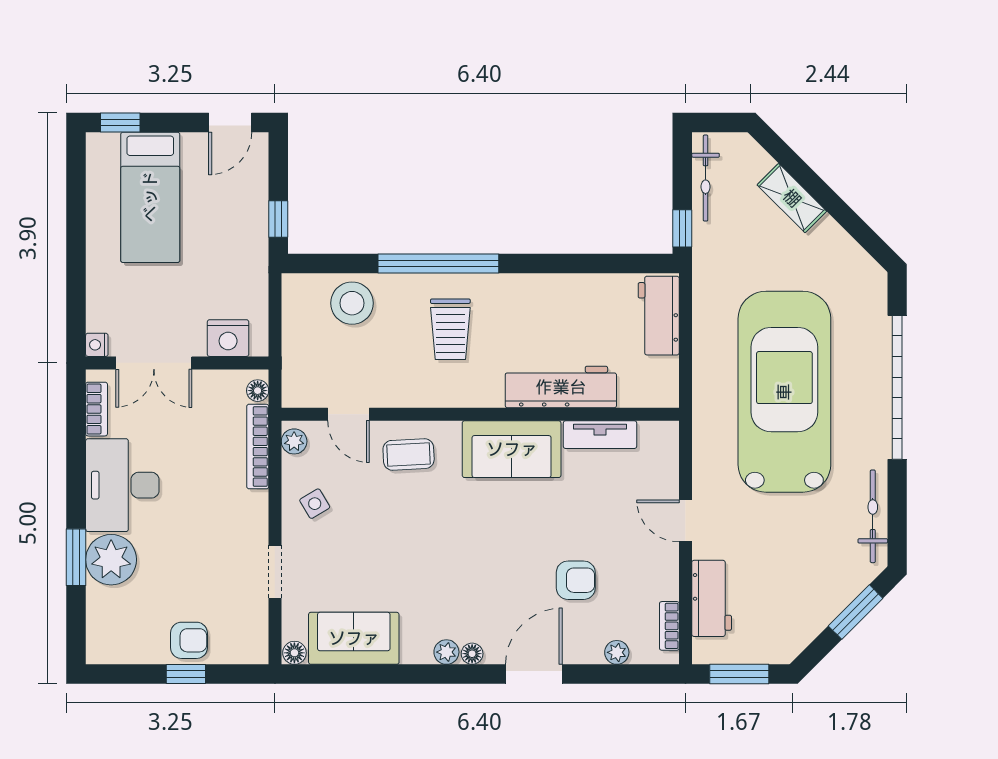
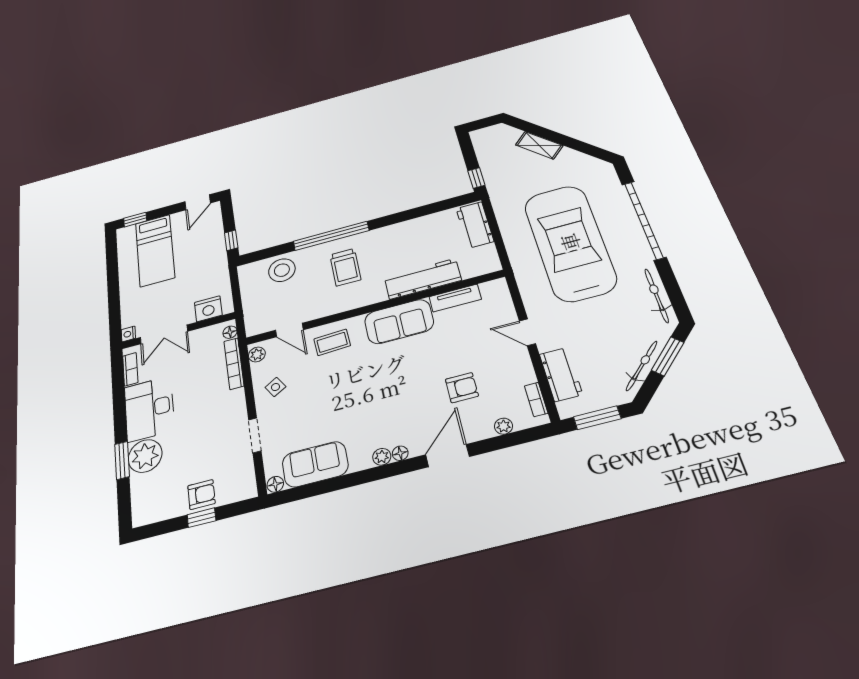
bicycle: (706, 178) -> (642, 366), moved, turned -135

